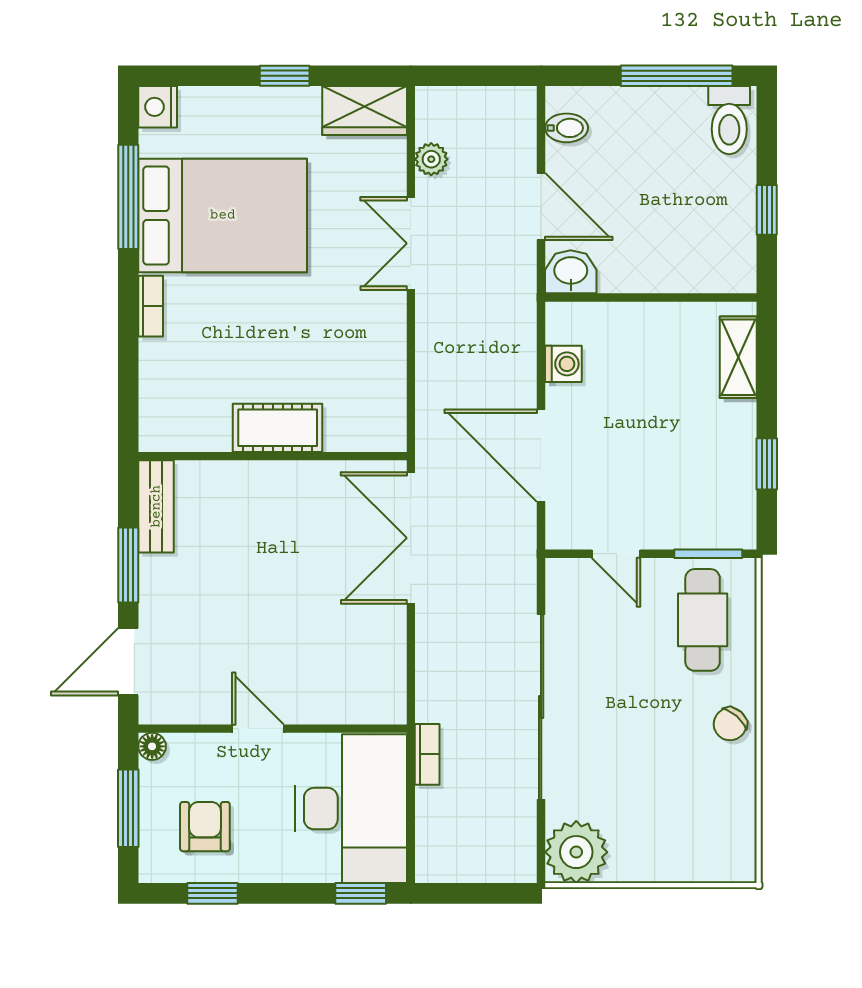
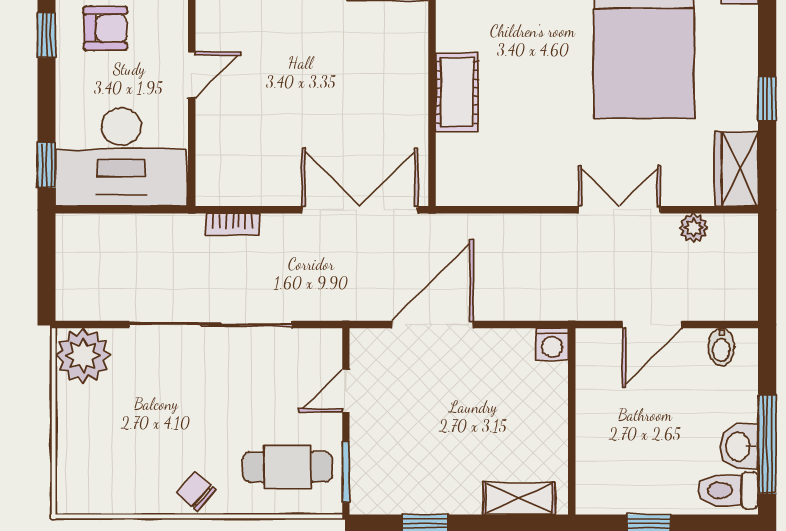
washbasin: (571, 272) -> (739, 447), moved, turned 180
washing machine: (563, 364) -> (552, 344), moved
bookcase: (427, 754) -> (233, 224), moved

